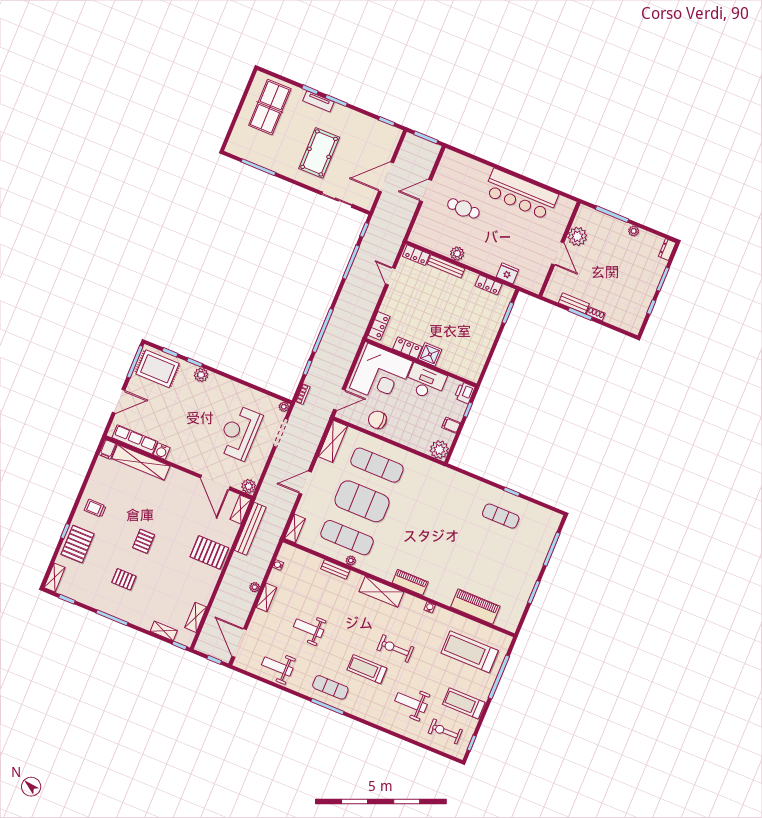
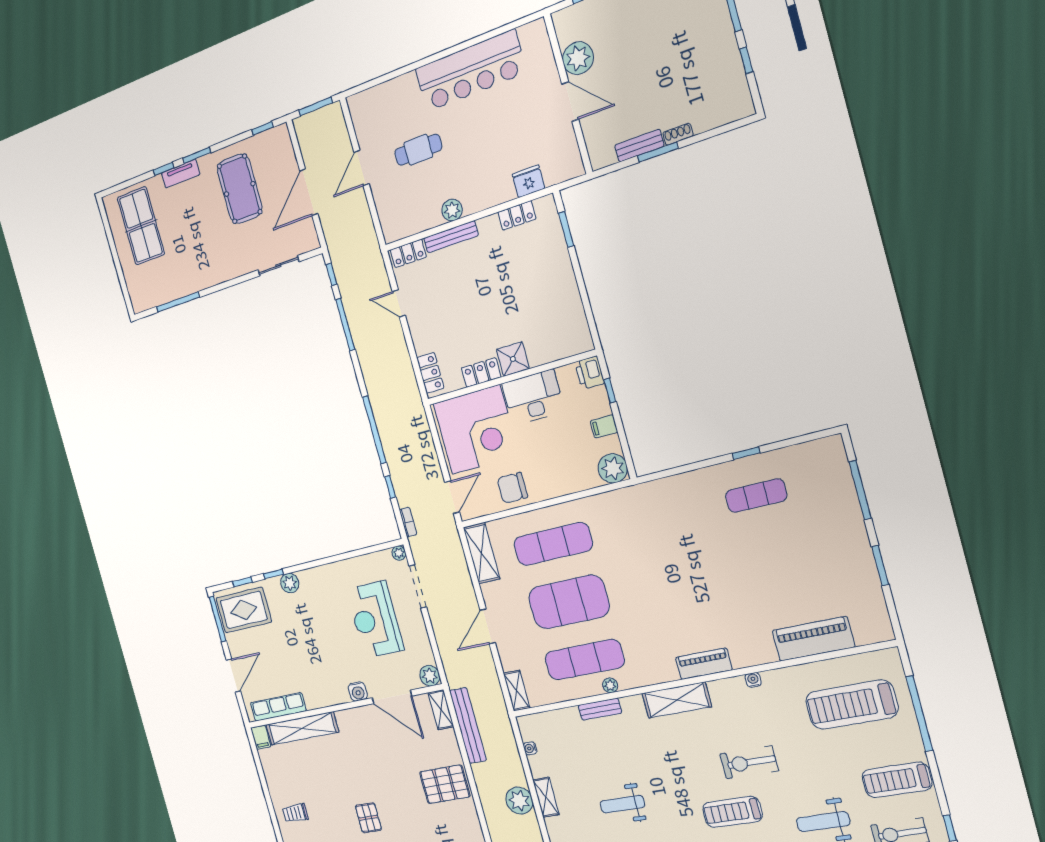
pool table: (319, 153) -> (240, 189), moved
water cooler: (162, 451) -> (358, 691), moved
plant: (255, 587) -> (519, 801), width x1.88, depth x1.88

